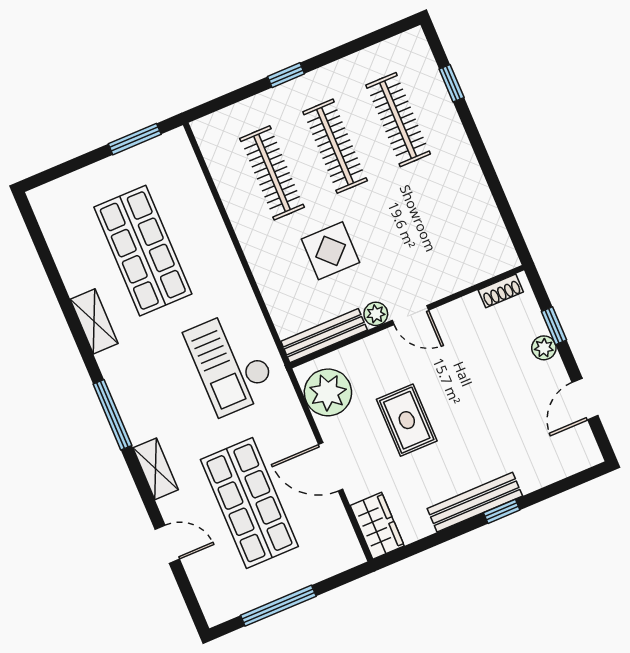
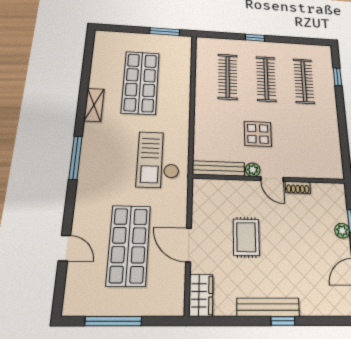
display table: (331, 251) -> (258, 134), moved
shoe rack: (501, 291) -> (298, 187), moved
plant: (328, 392) -> (207, 201), removed
shelving: (156, 469) -> (83, 199), removed

